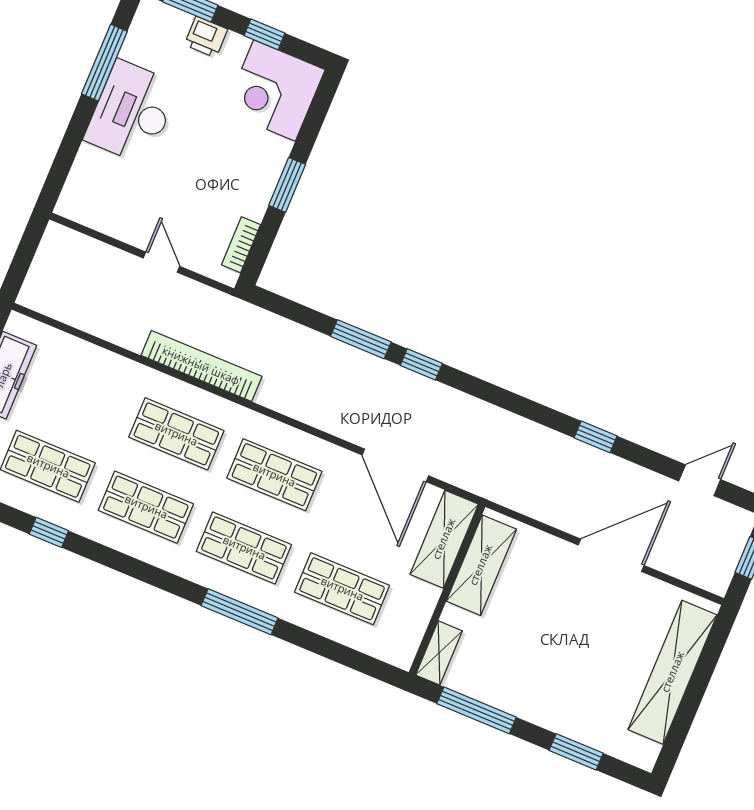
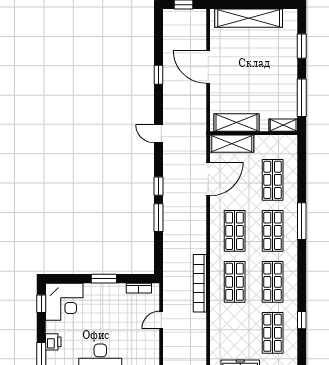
window: (265, 34) -> (41, 304), moved
window: (596, 437) -> (159, 75), moved
door: (700, 480) -> (159, 134), moved

